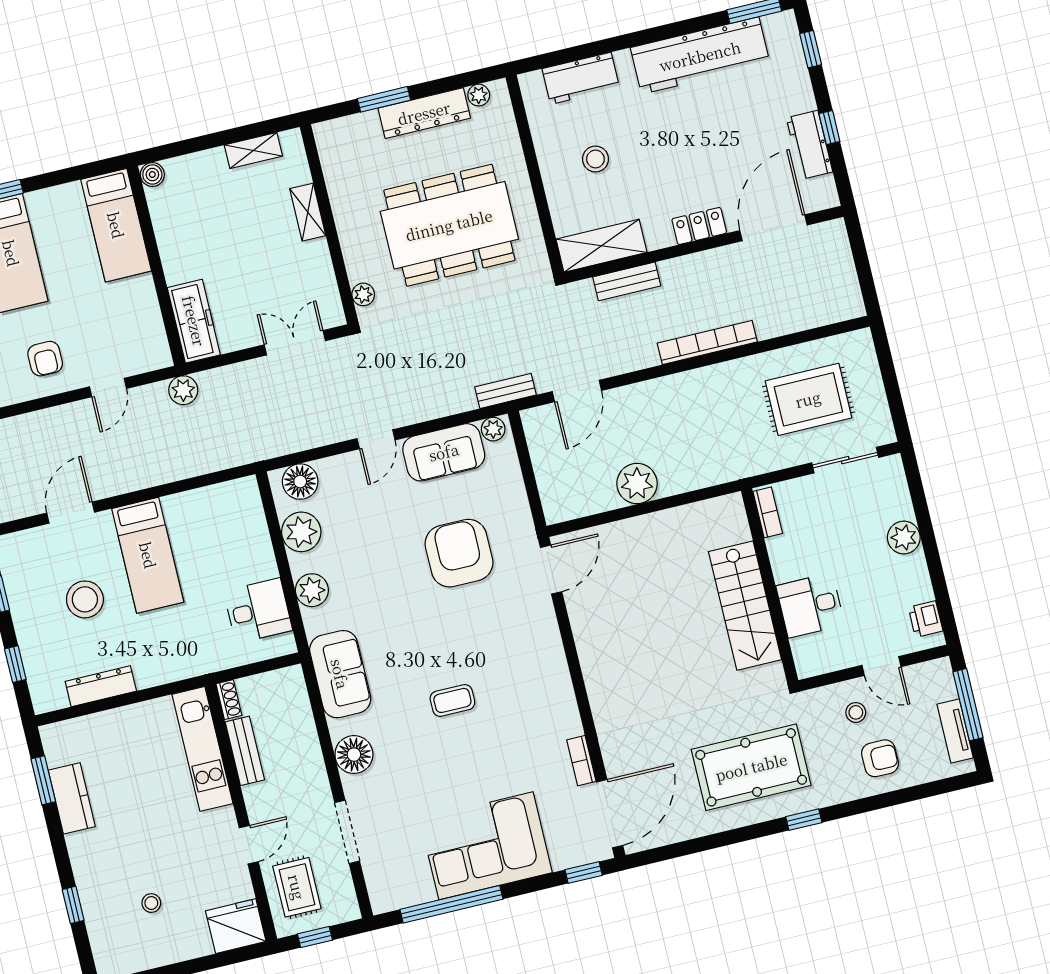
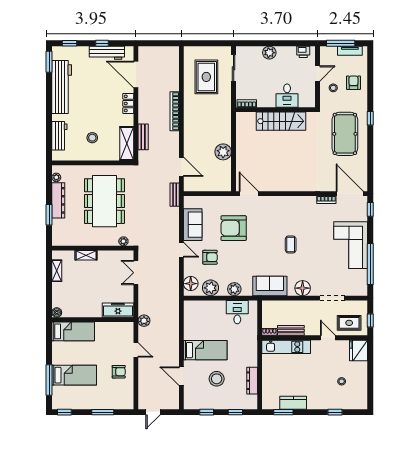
workbench: (809, 145) -> (107, 53), width x1.37
plant: (493, 429) -> (188, 203), removed
armchair: (375, 513) -> (210, 257), added

